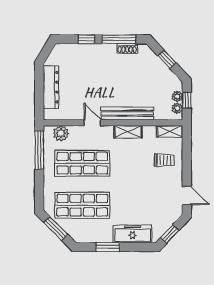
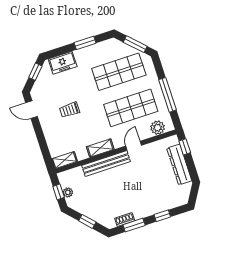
window: (119, 39) -> (134, 225), width x0.69
window: (39, 104) -> (185, 147), added
plant: (177, 108) -> (64, 182), removed
door: (92, 123) -> (134, 146), swing flipped
window: (39, 150) -> (168, 95), moved
trolley: (164, 160) -> (70, 110), moved
freezer: (133, 234) -> (63, 63), width x0.71

